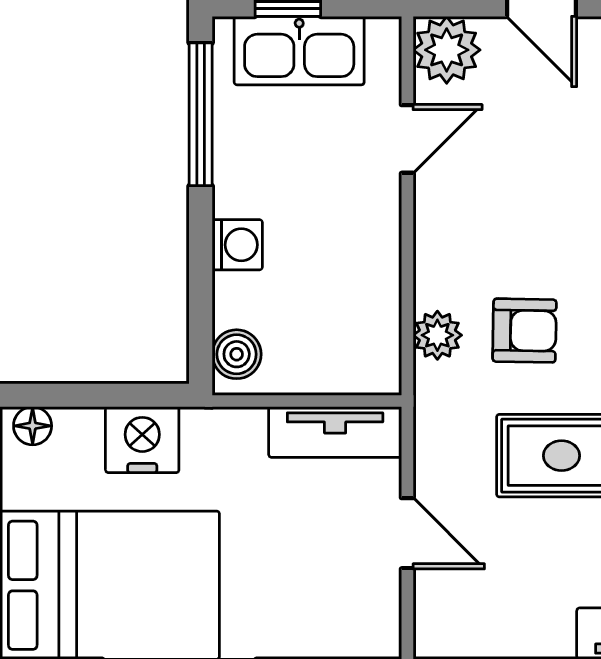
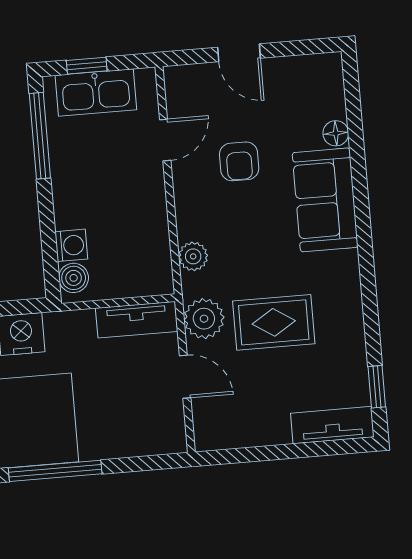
plant: (447, 50) -> (204, 319), moved
washing machine: (237, 245) -> (71, 245), moved
armchair: (524, 331) -> (239, 161), moved, turned 89

